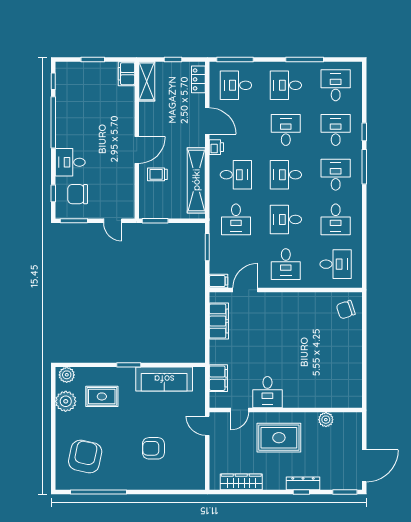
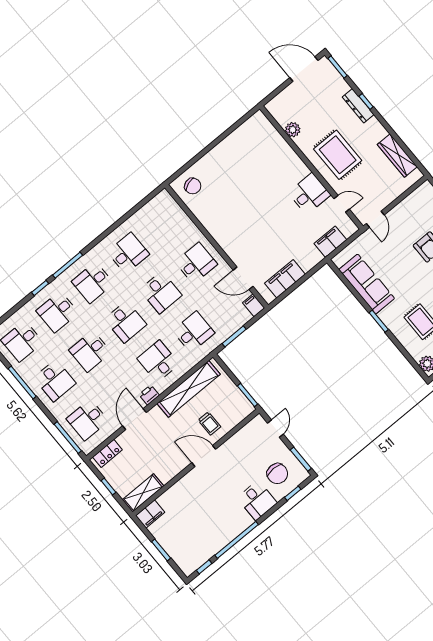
desk: (236, 85) -> (88, 420), turned 90
desk: (336, 264) -> (163, 224), removed

